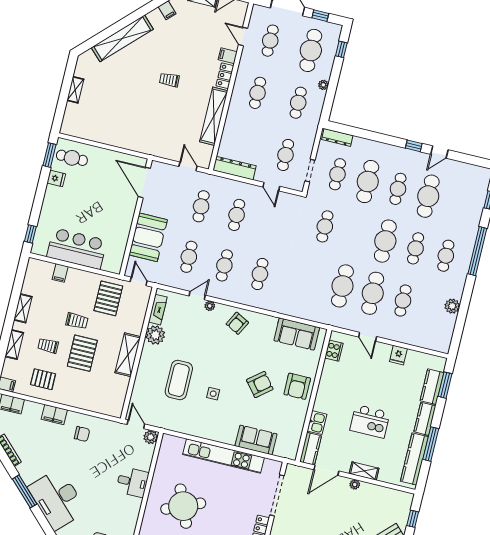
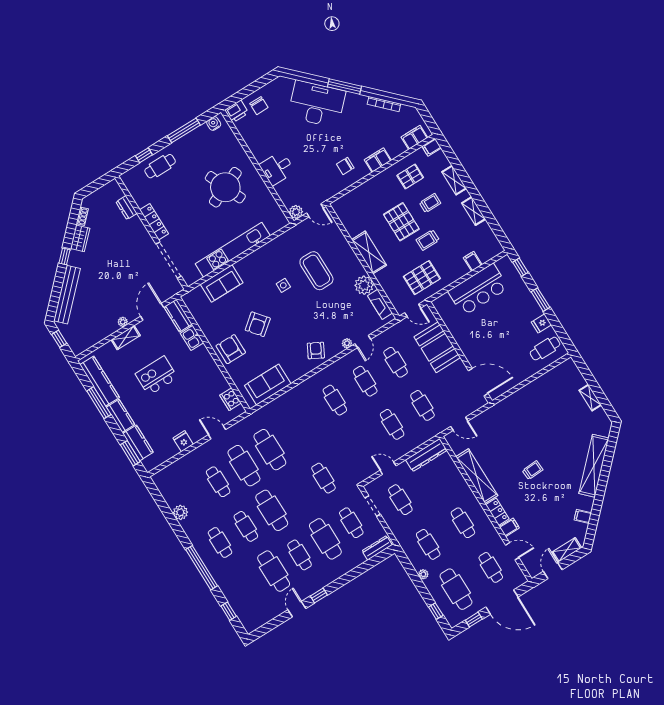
window: (49, 155) -> (540, 300), moved
pallet: (108, 298) -> (422, 278), turned 90

